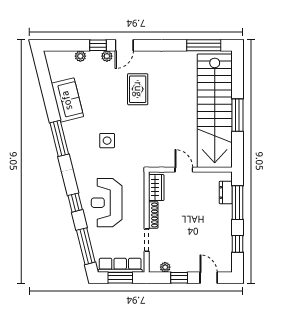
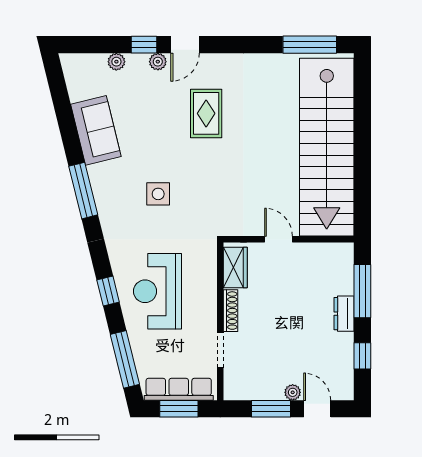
window: (237, 115) -> (362, 154), removed
dresser: (226, 192) -> (344, 314), moved
plant: (165, 267) -> (293, 392), moved
window: (179, 278) -> (271, 409), width x1.50

